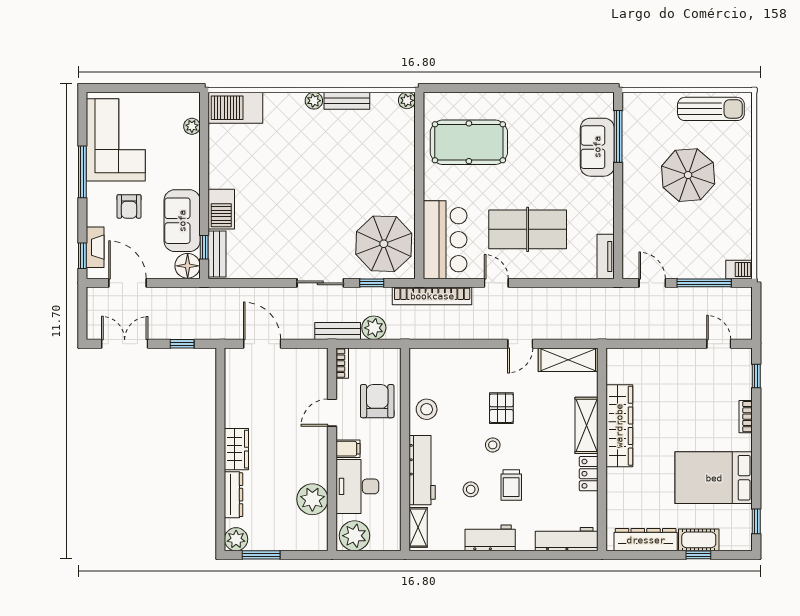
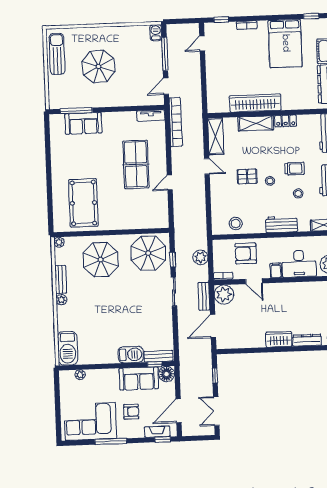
parasol: (376, 167) -> (101, 260), added
bar counter: (445, 240) -> (144, 215), removed
bookcase: (432, 296) -> (176, 122), moved
bench: (338, 331) -> (204, 296), moved
stool: (427, 409) -> (236, 224), moved
workbench: (422, 470) -> (282, 224), width x0.73
plant: (312, 499) -> (224, 294), moved

